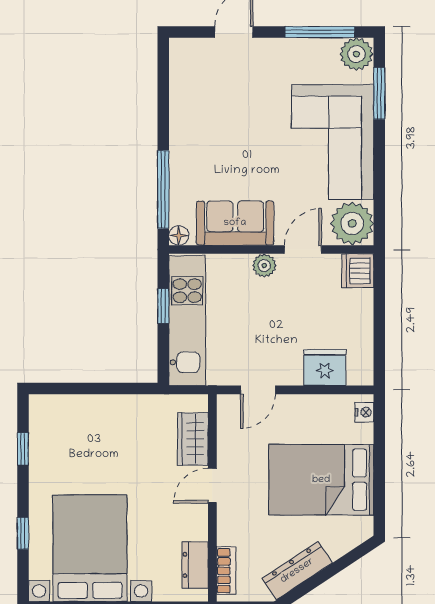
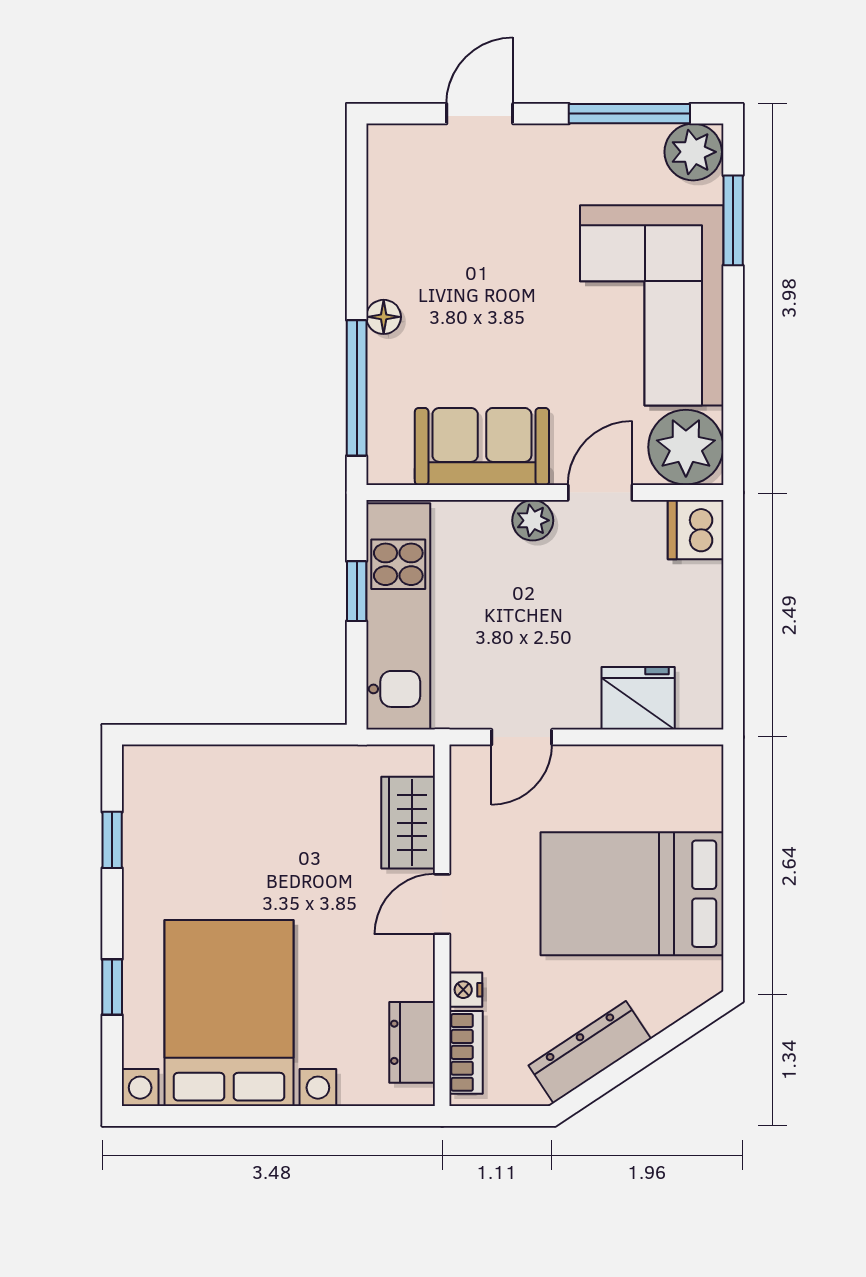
floor lamp: (179, 235) -> (384, 317), moved
nightstand: (364, 412) -> (466, 990), moved, turned 180

